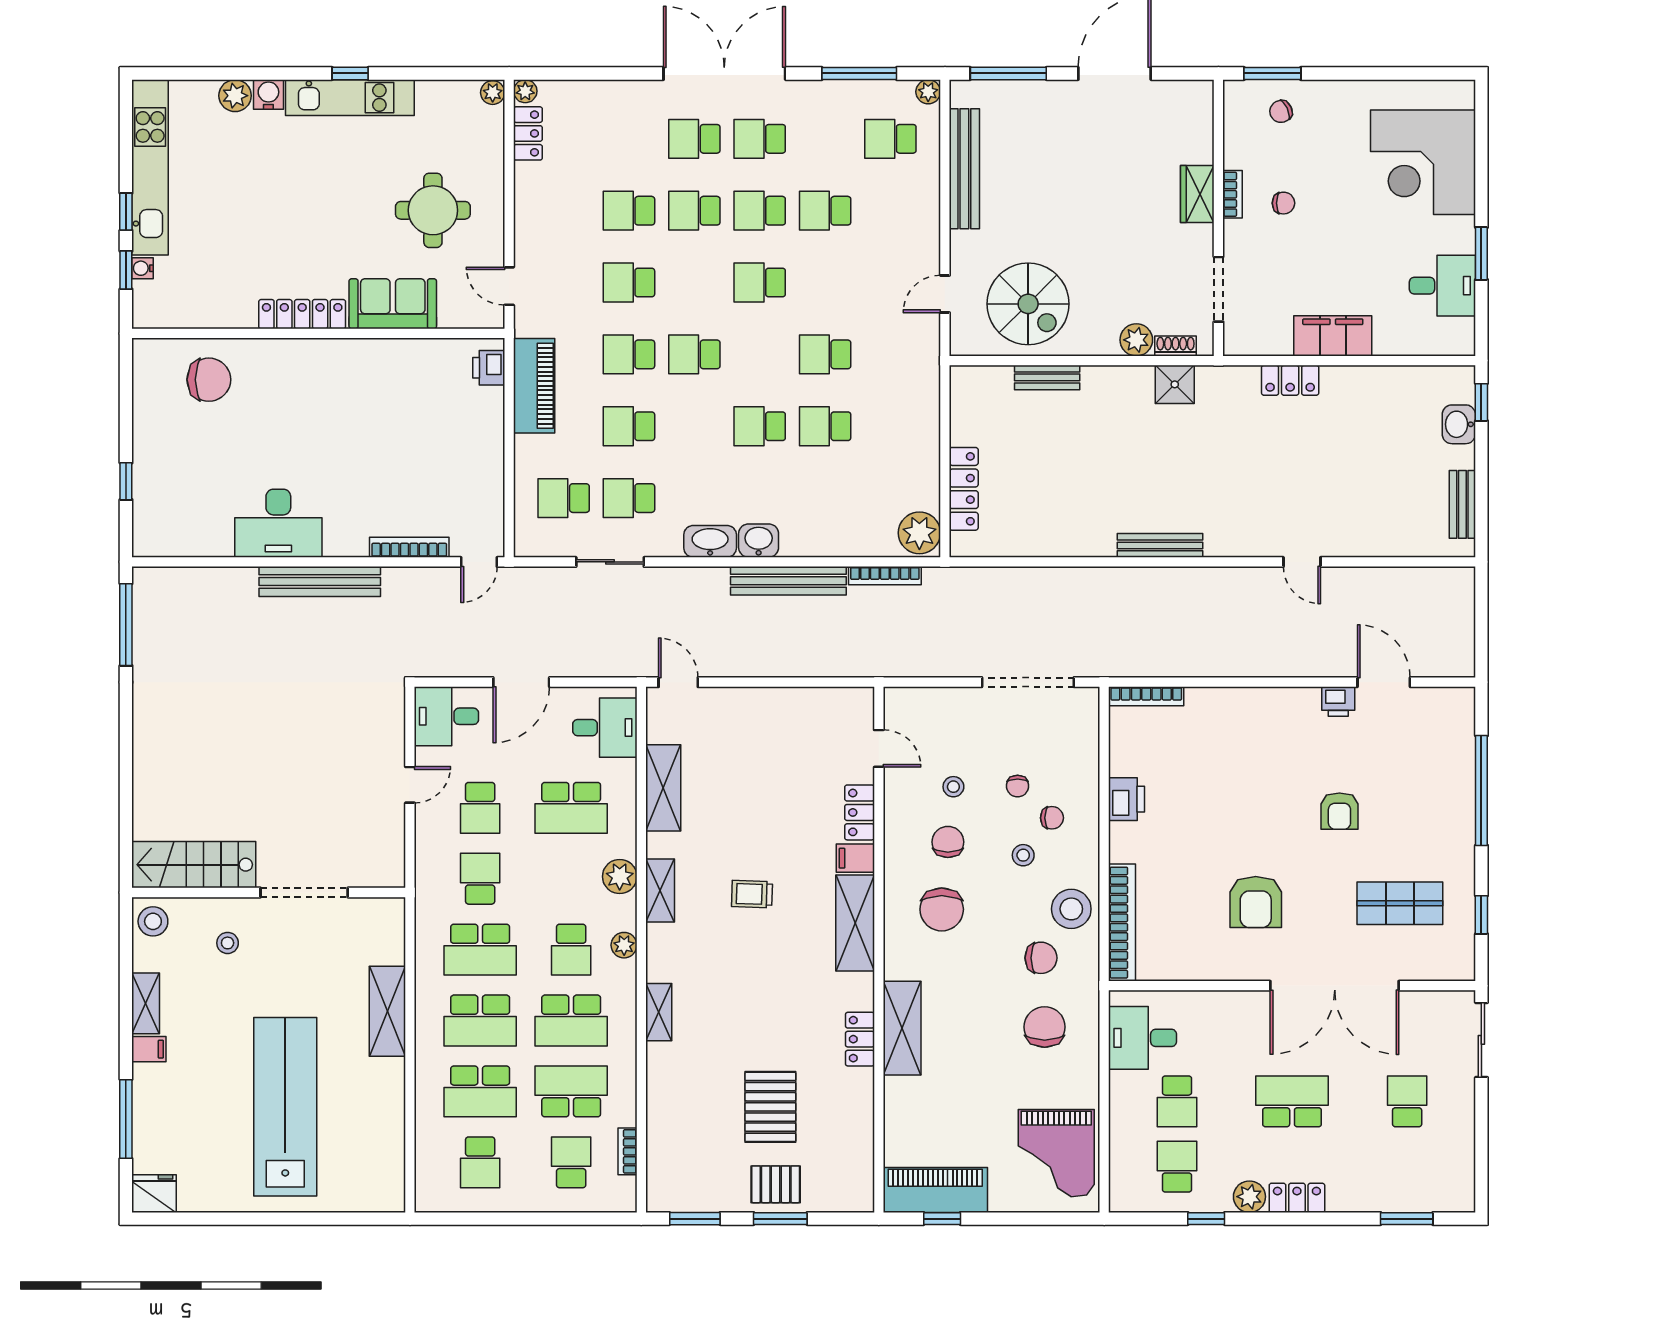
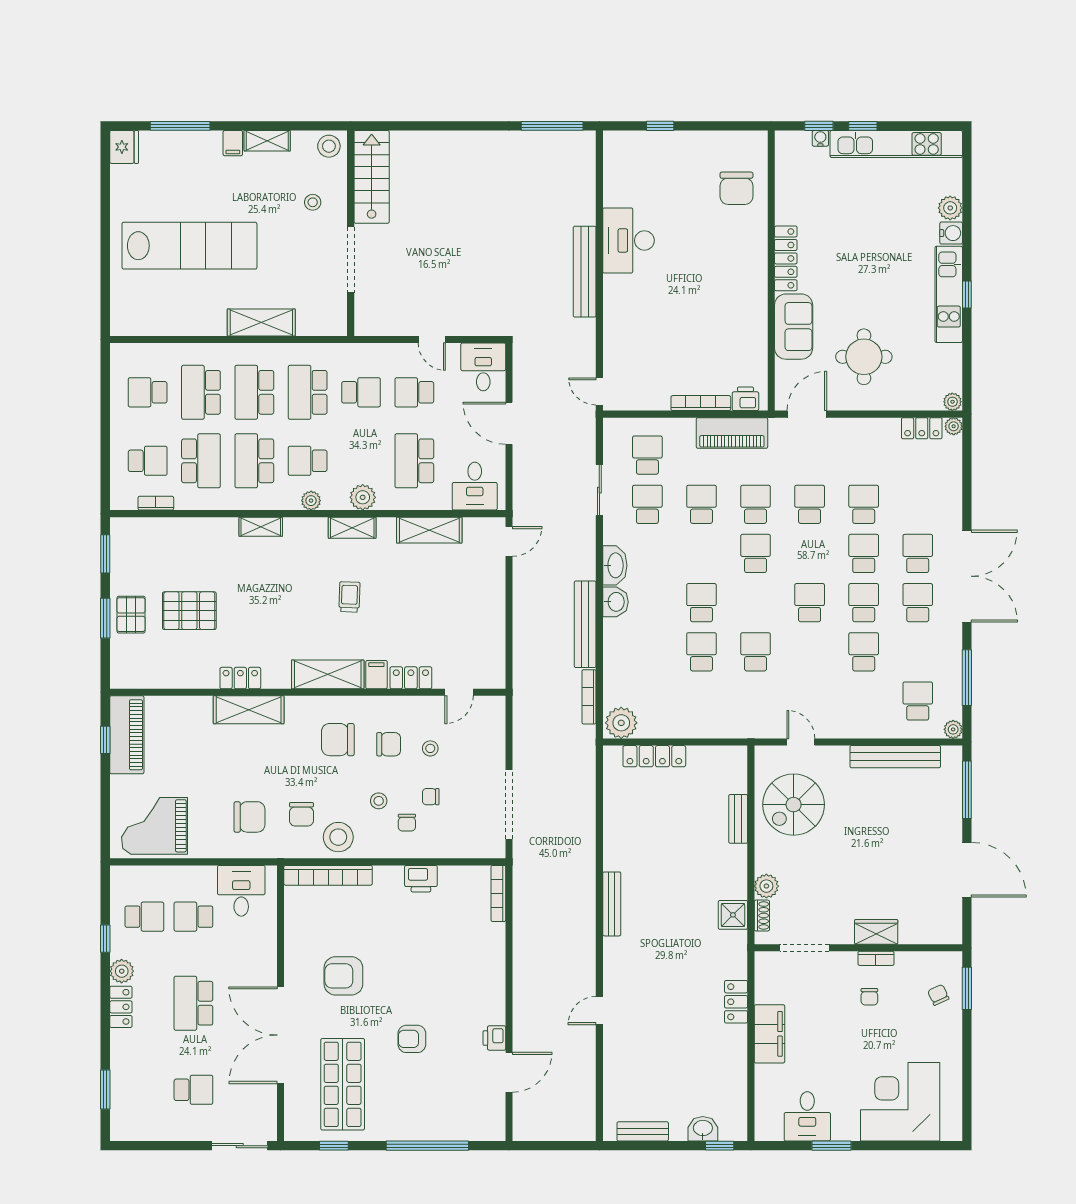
door: (509, 286) -> (807, 414), width x1.38
bookcase: (409, 547) -> (701, 403), moved, turned -90
shop shelf: (1400, 903) -> (343, 1084), width x1.43, depth x1.36
school desk: (1292, 1101) -> (193, 1003), turned 180

